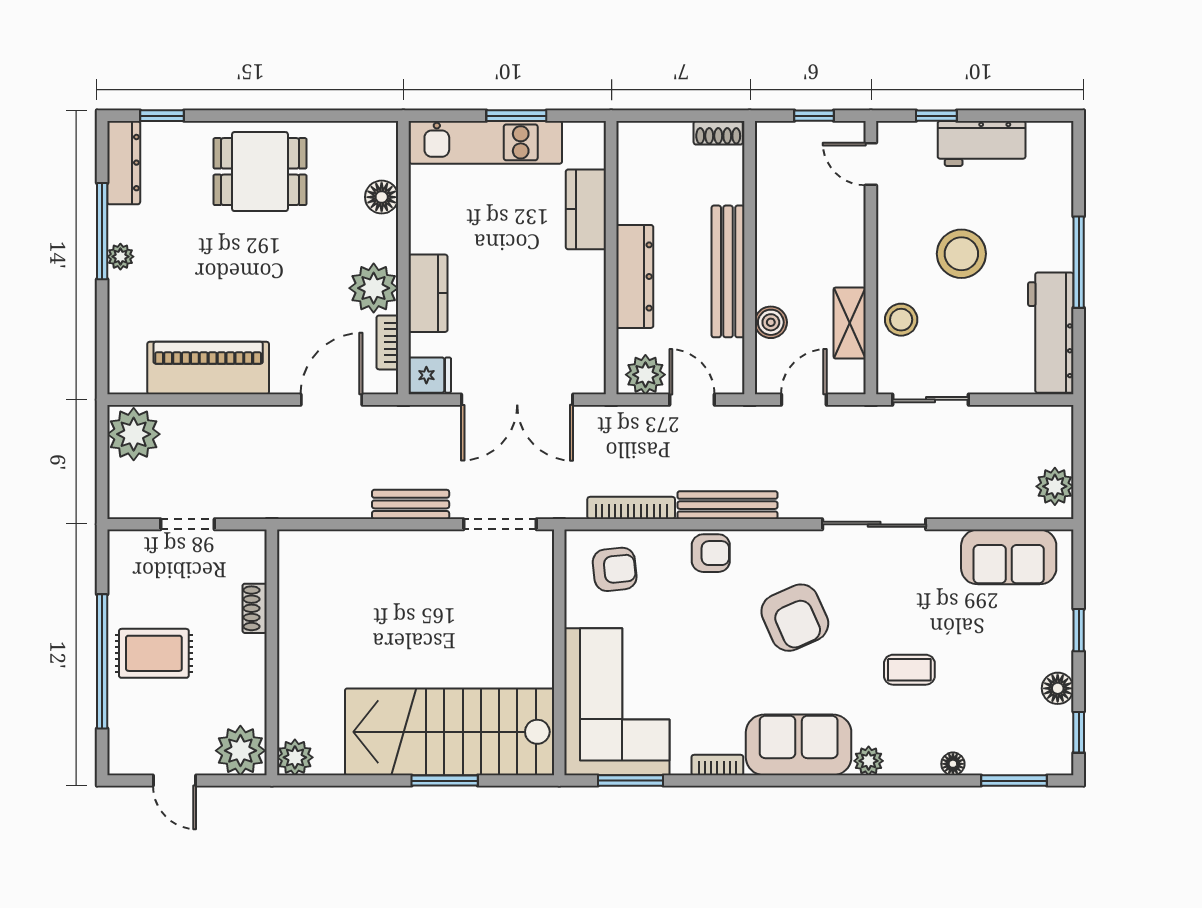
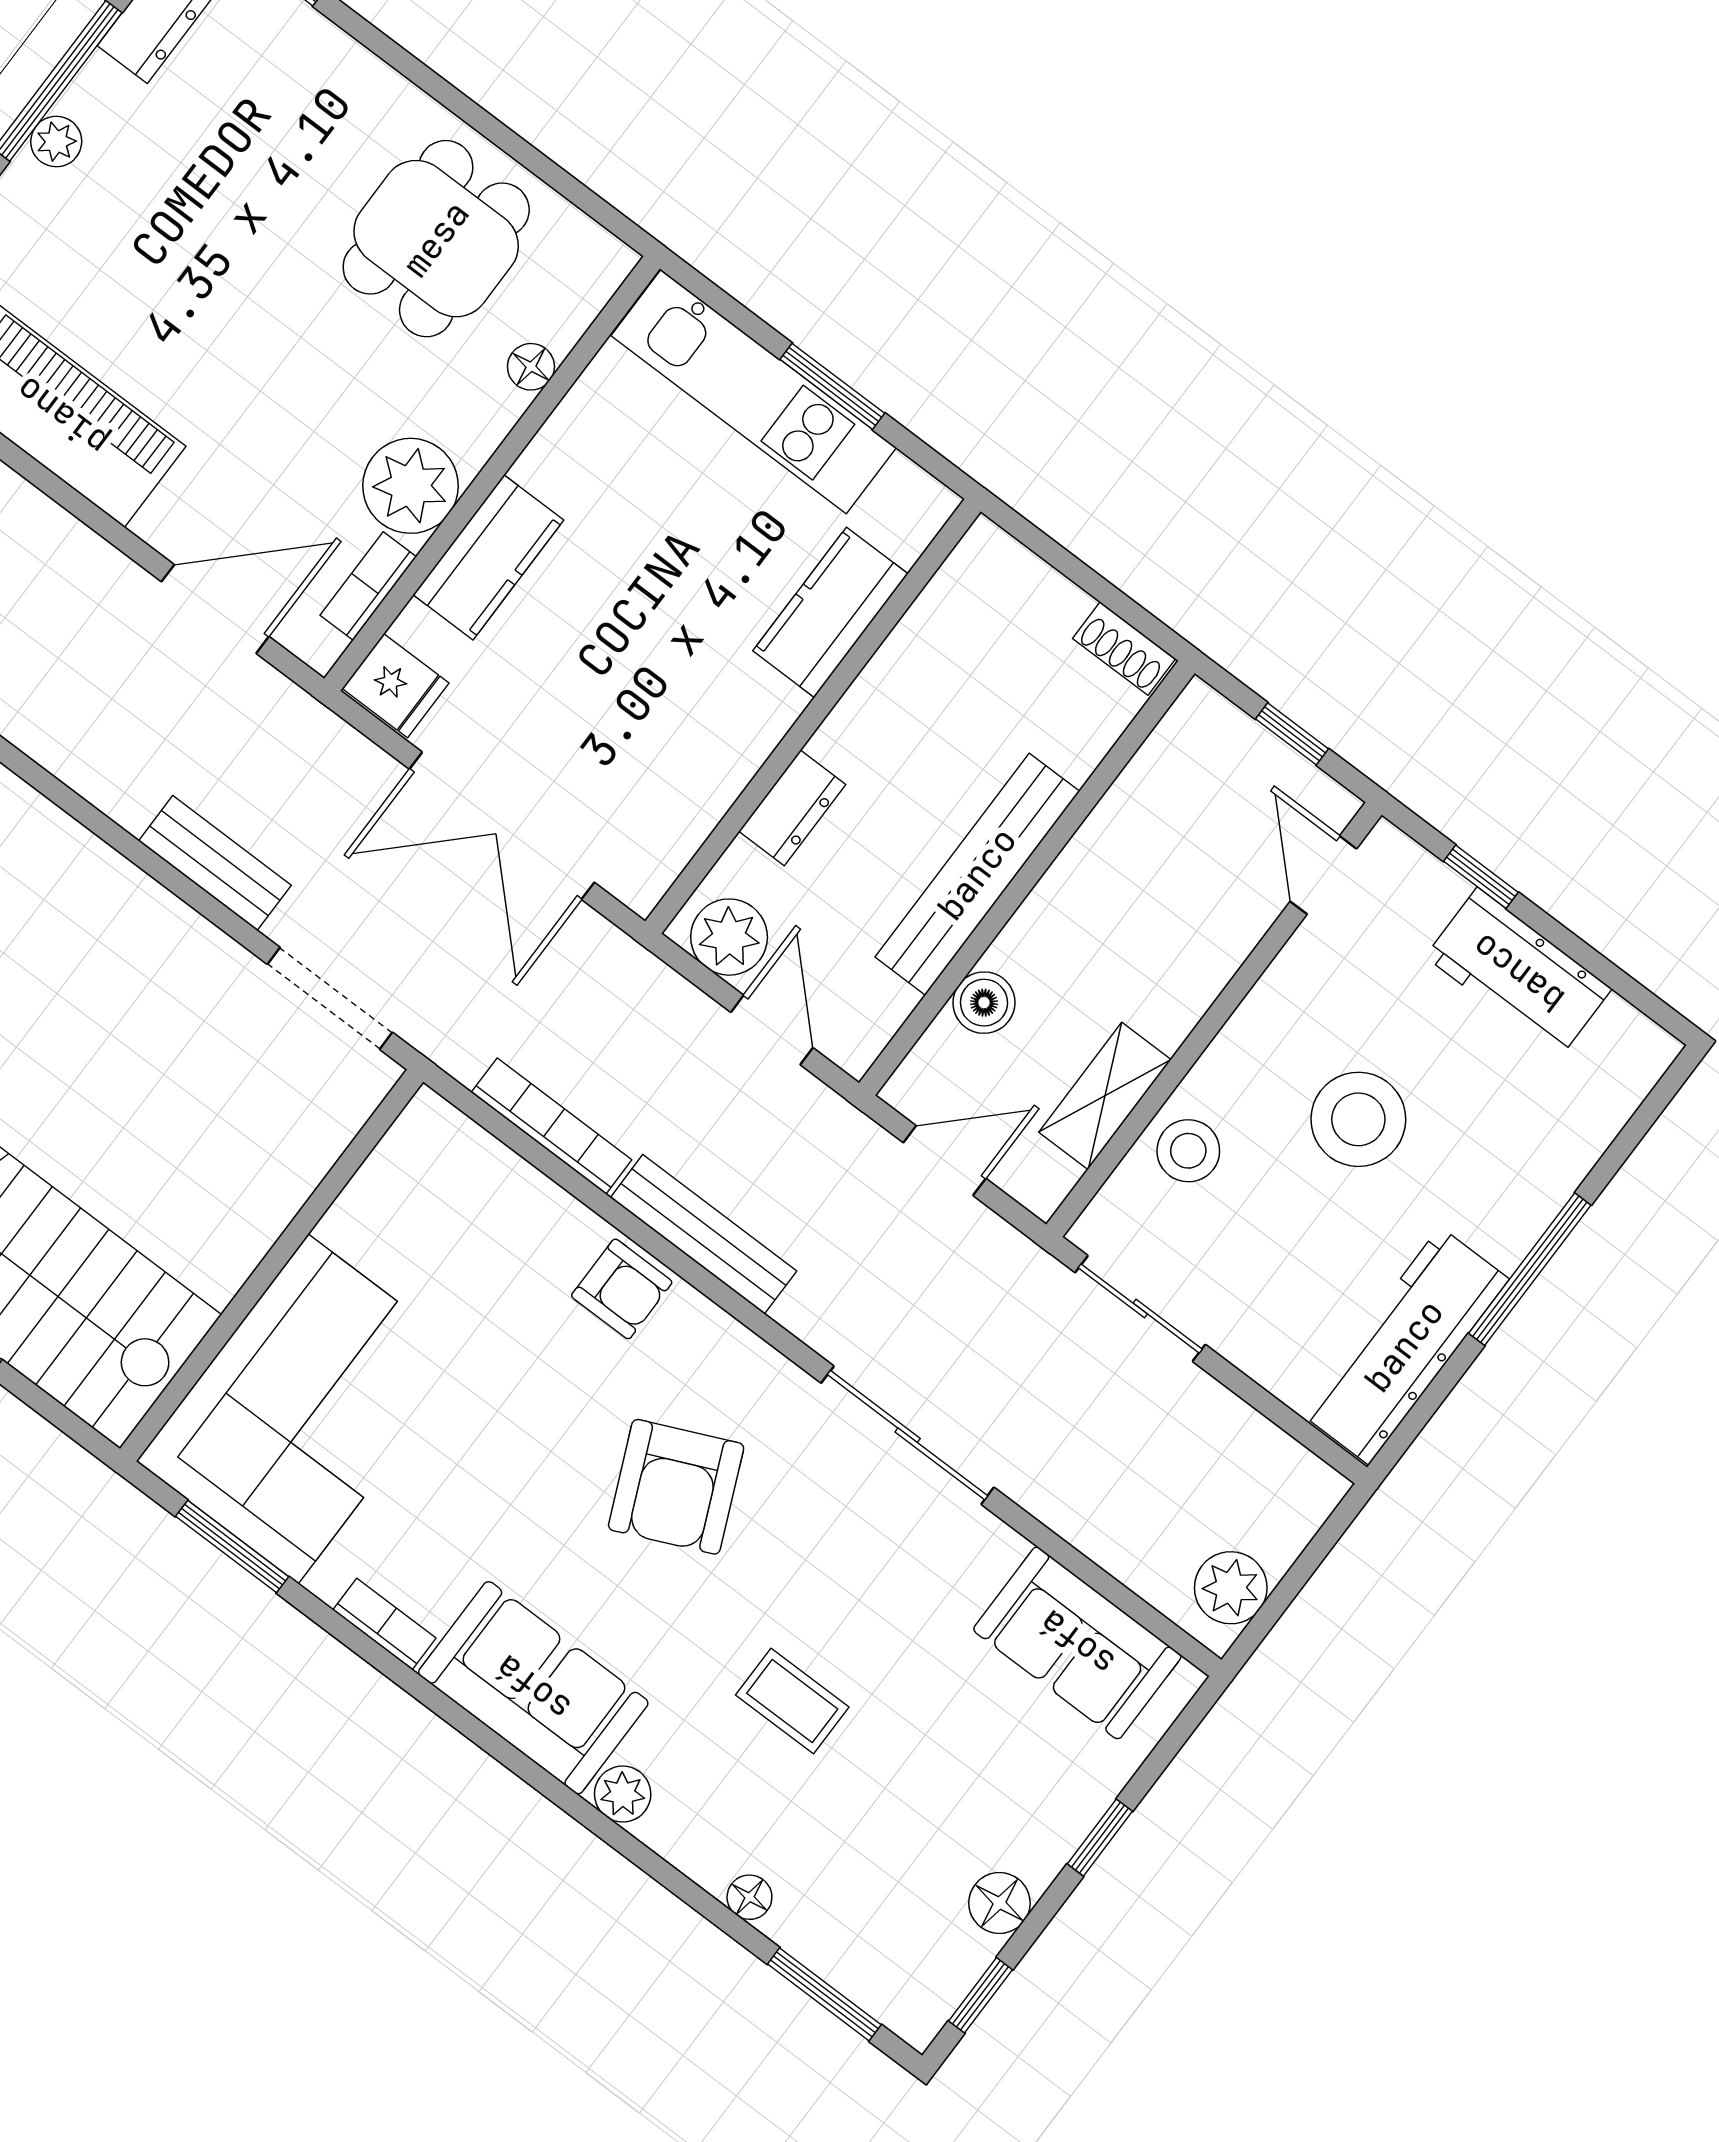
dining table: (260, 172) -> (436, 239), moved, turned 90
floor lamp: (382, 197) -> (531, 367), width x0.73, depth x0.73
dresser: (635, 276) -> (792, 808), width x0.51, depth x0.80
armchair: (615, 569) -> (454, 1202), removed

